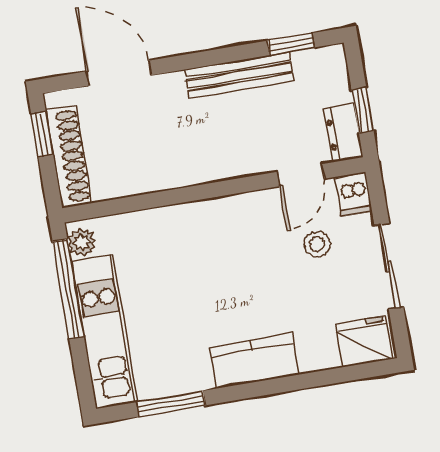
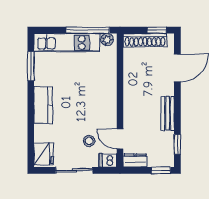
bench: (239, 75) -> (168, 113), width x0.73
window: (363, 110) -> (161, 170), moved

